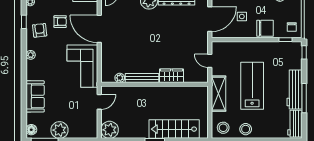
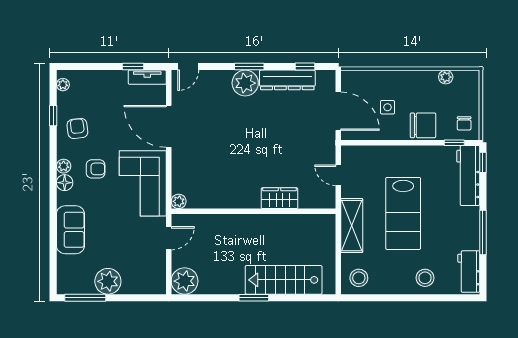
door: (210, 19) -> (338, 111), hinge flipped
armchair: (60, 22) -> (96, 169), moved
plant: (120, 78) -> (179, 201), moved
bench: (142, 78) -> (234, 202), removed
lab bench: (252, 86) -> (403, 213), turned 180
workbench: (294, 89) -> (468, 175), moved
stool: (246, 129) -> (425, 278), moved
floor lamp: (31, 130) -> (65, 183), moved

